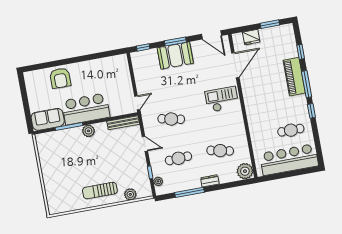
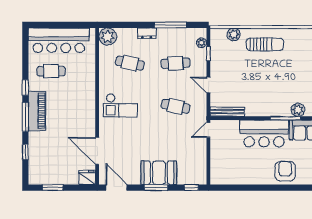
fridge: (251, 37) -> (87, 177), moved
door: (235, 65) -> (97, 151), hinge flipped
piano: (294, 77) -> (37, 111), moved
checkout: (222, 99) -> (120, 105), moved
plant: (88, 131) -> (298, 110), moved

